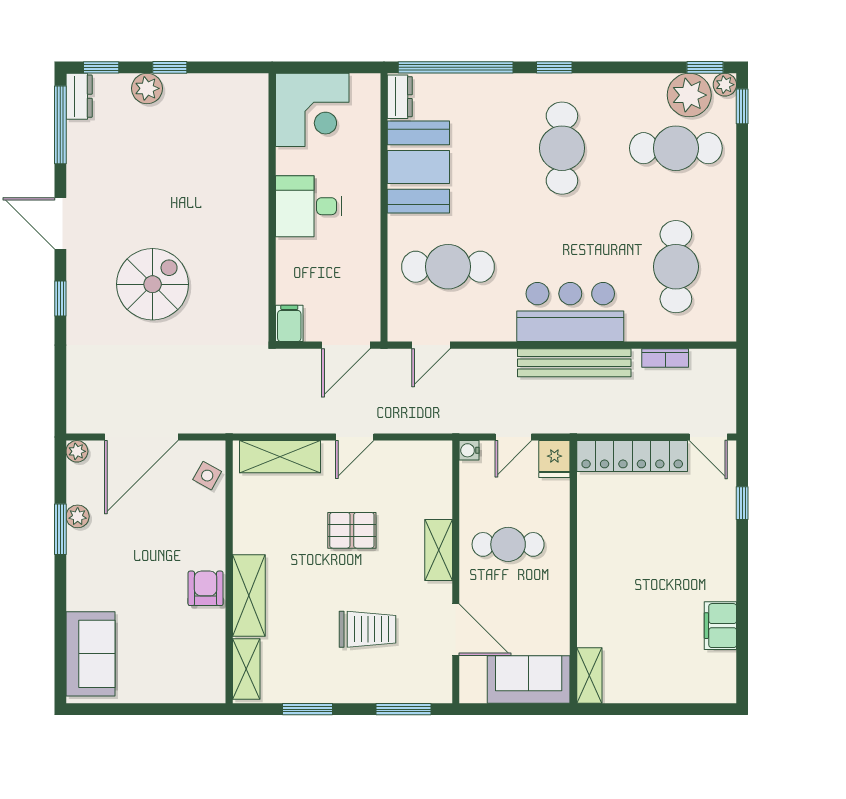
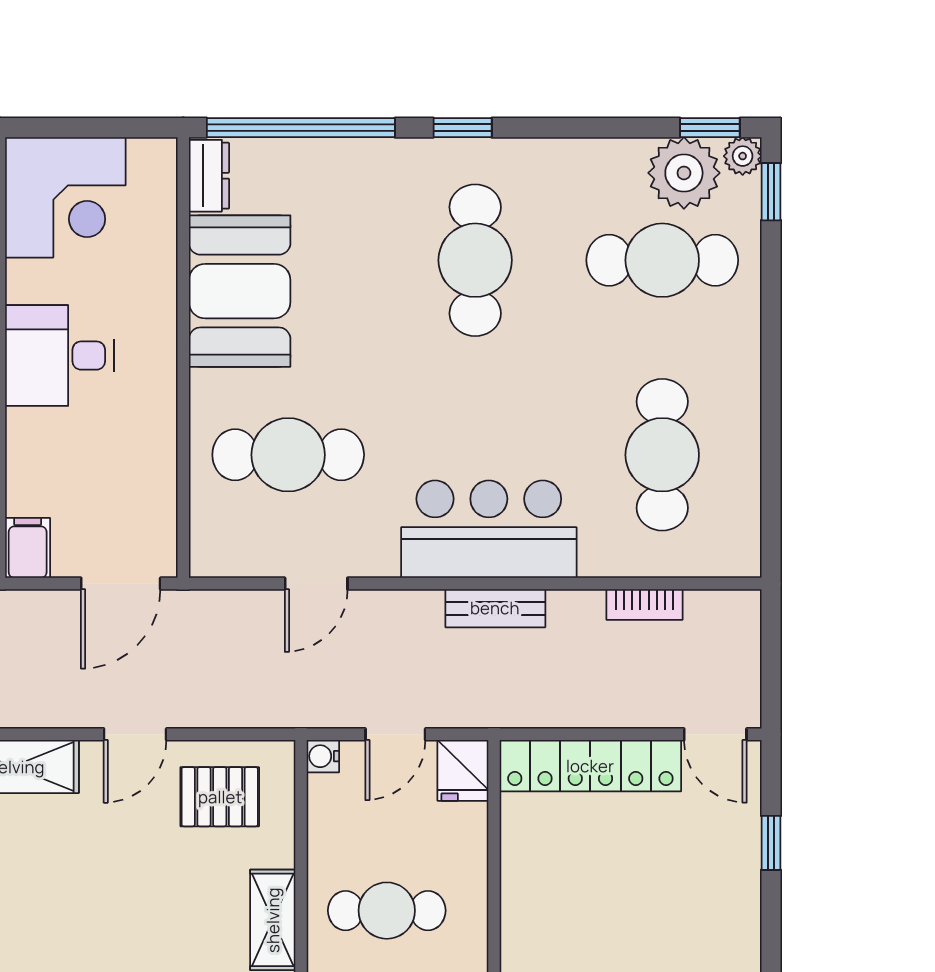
door: (431, 345) -> (316, 584), moved
bench: (574, 363) -> (495, 608), width x0.54, depth x0.82
pallet: (352, 530) -> (220, 797), moved

